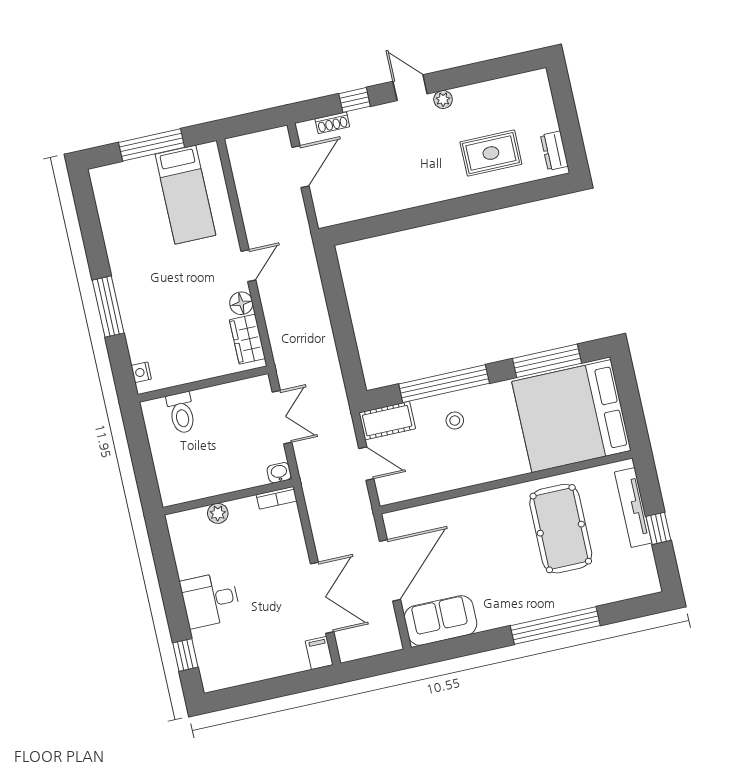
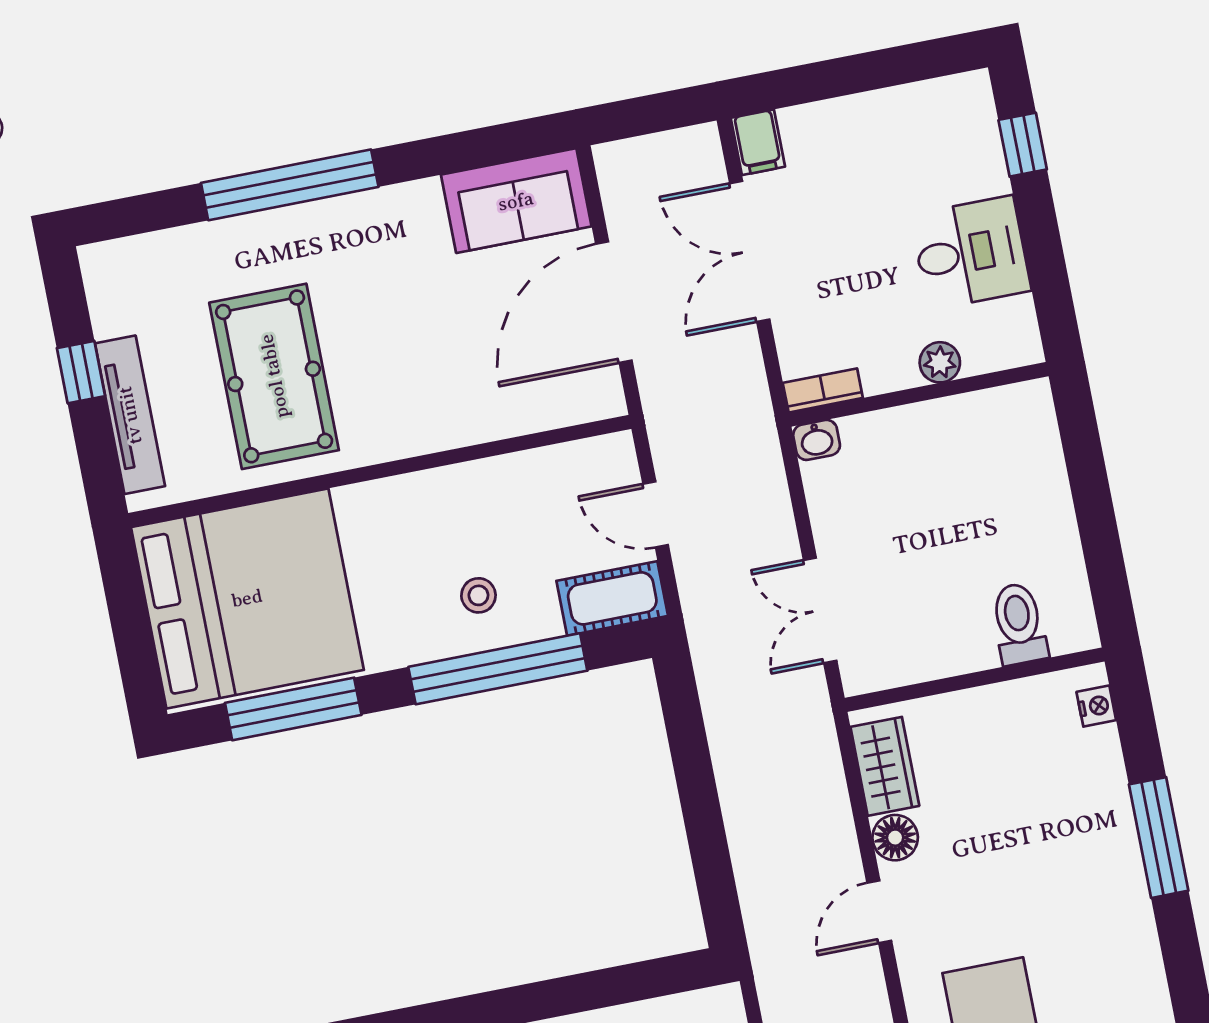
washbasin: (279, 473) -> (817, 440), moved
wall: (228, 497) -> (919, 394), moved
bookcase: (277, 498) -> (823, 390), moved
plant: (218, 513) -> (940, 362), moved

